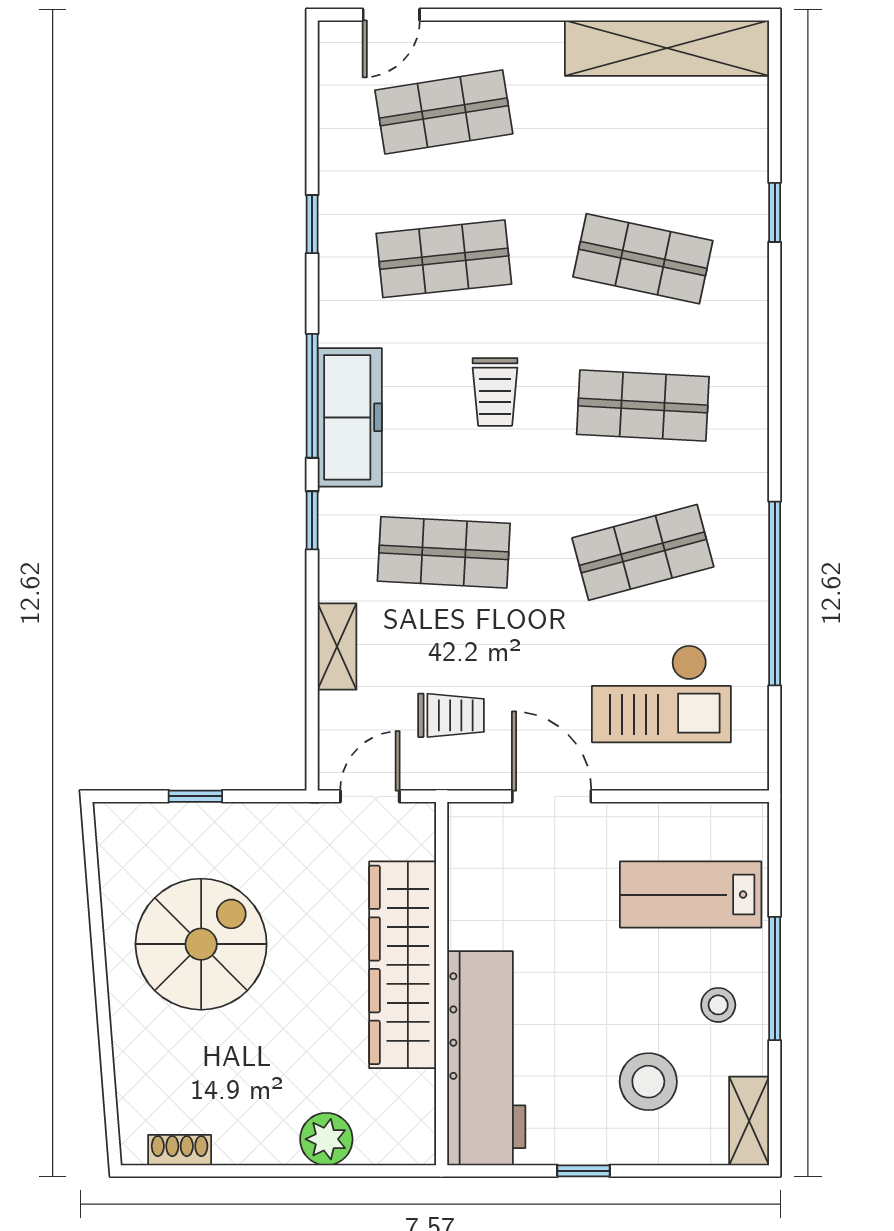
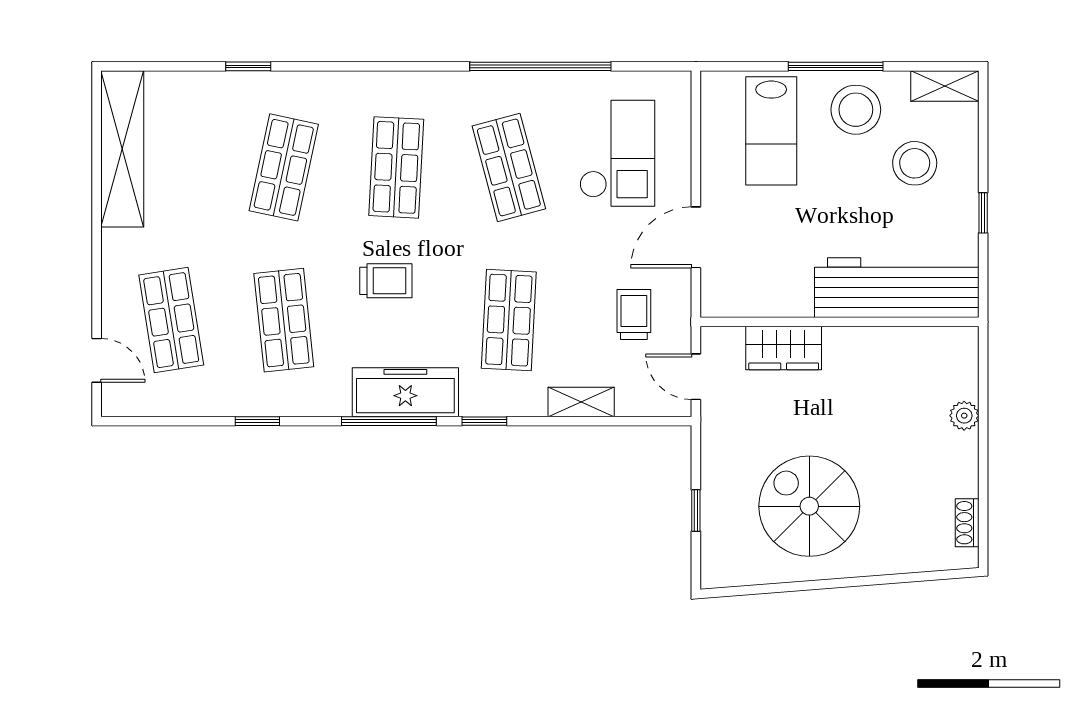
wardrobe: (403, 965) -> (784, 348), width x0.48, depth x0.85
stool: (718, 1005) -> (856, 110), width x1.89, depth x1.89
plant: (326, 1139) -> (964, 416), width x0.73, depth x0.73

